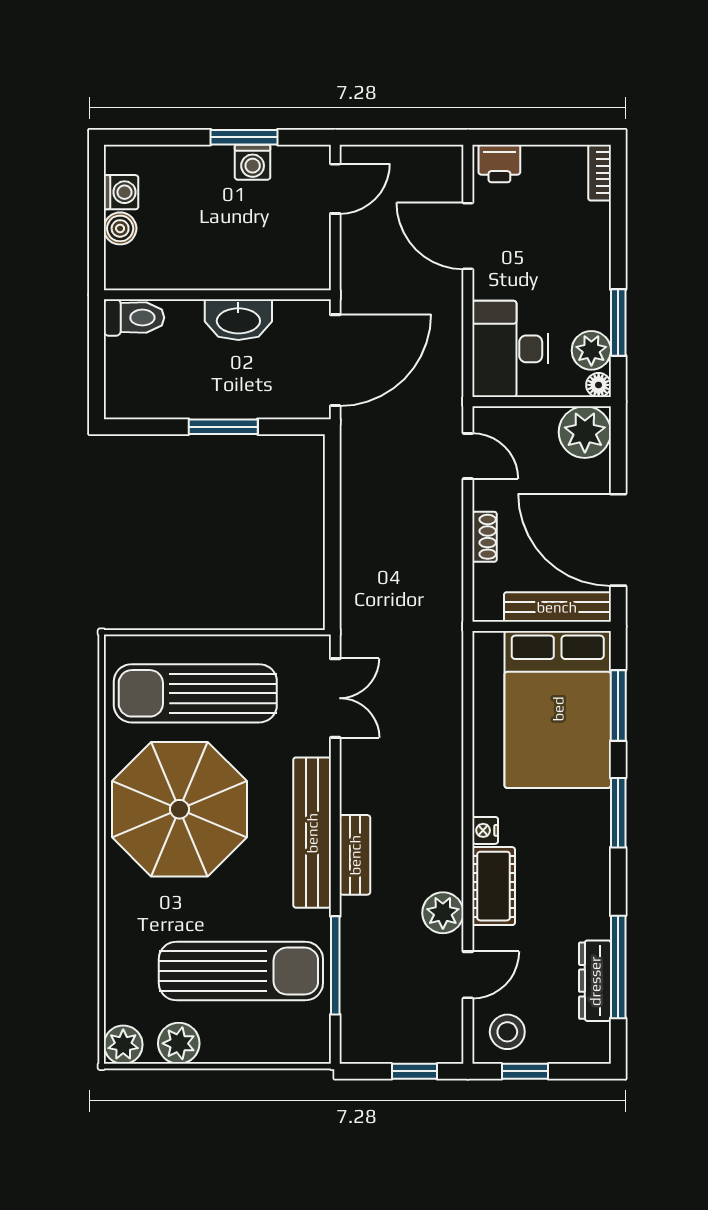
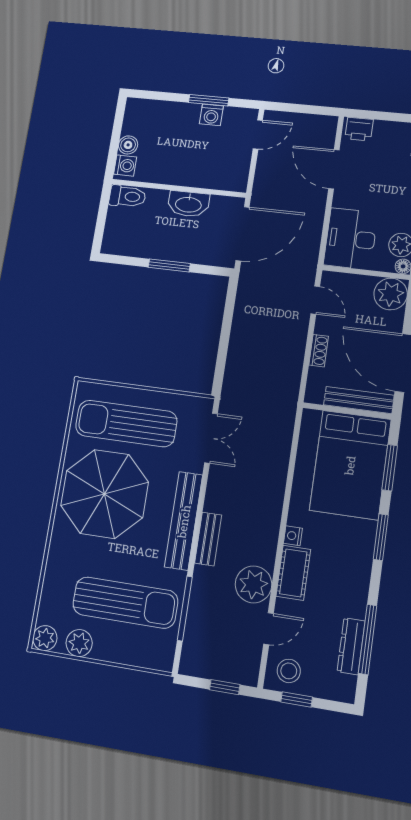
washing machine: (121, 192) -> (125, 165), moved
plant: (443, 913) -> (253, 584), width x1.36, depth x1.36

